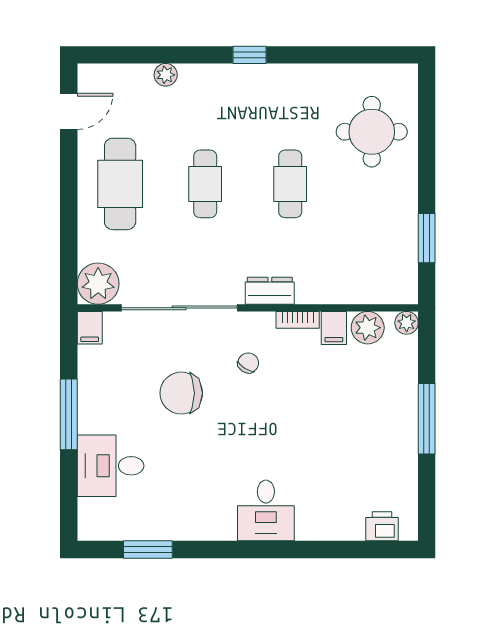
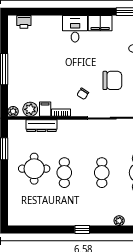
round table: (372, 132) -> (34, 169), moved
dresser: (270, 291) -> (41, 126), moved, width x1.44
filing cabinet: (209, 523) -> (100, 23), added

